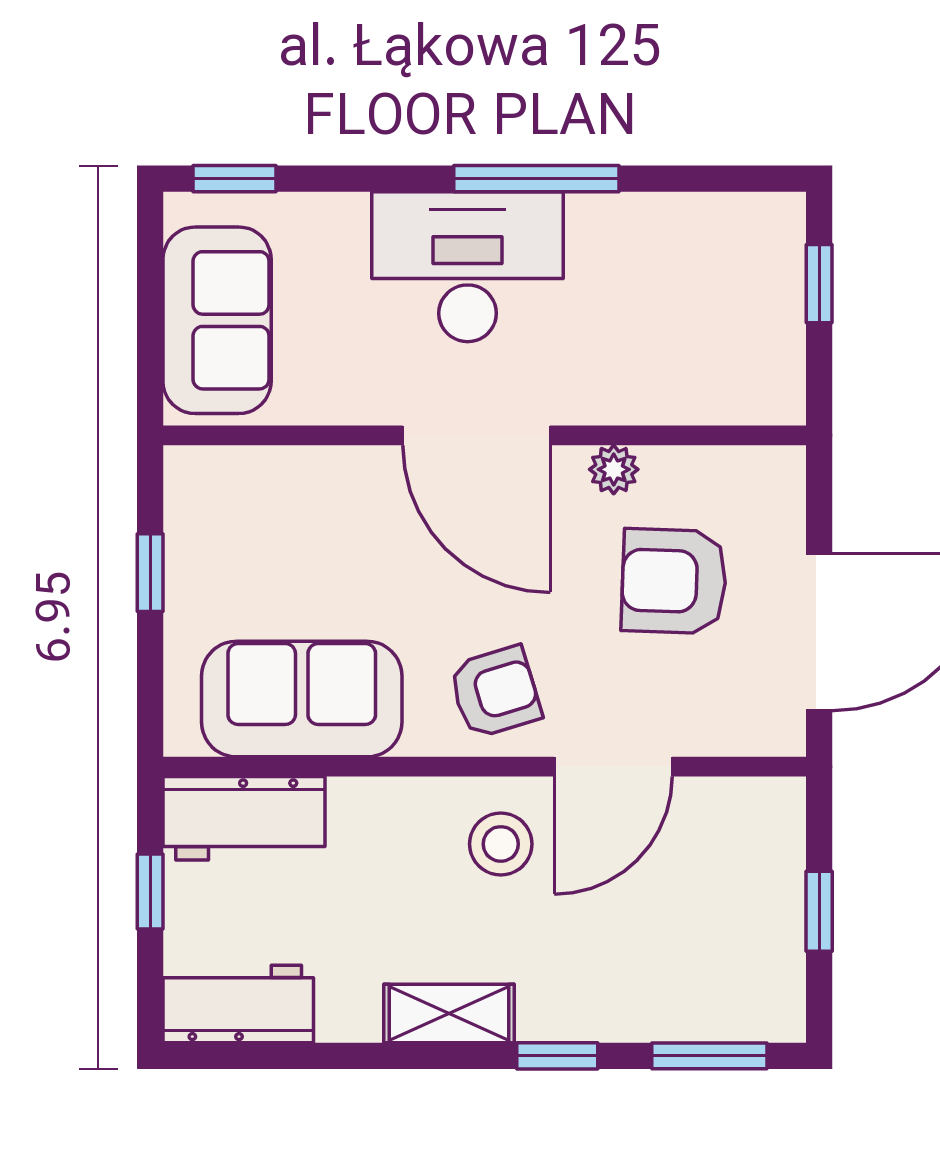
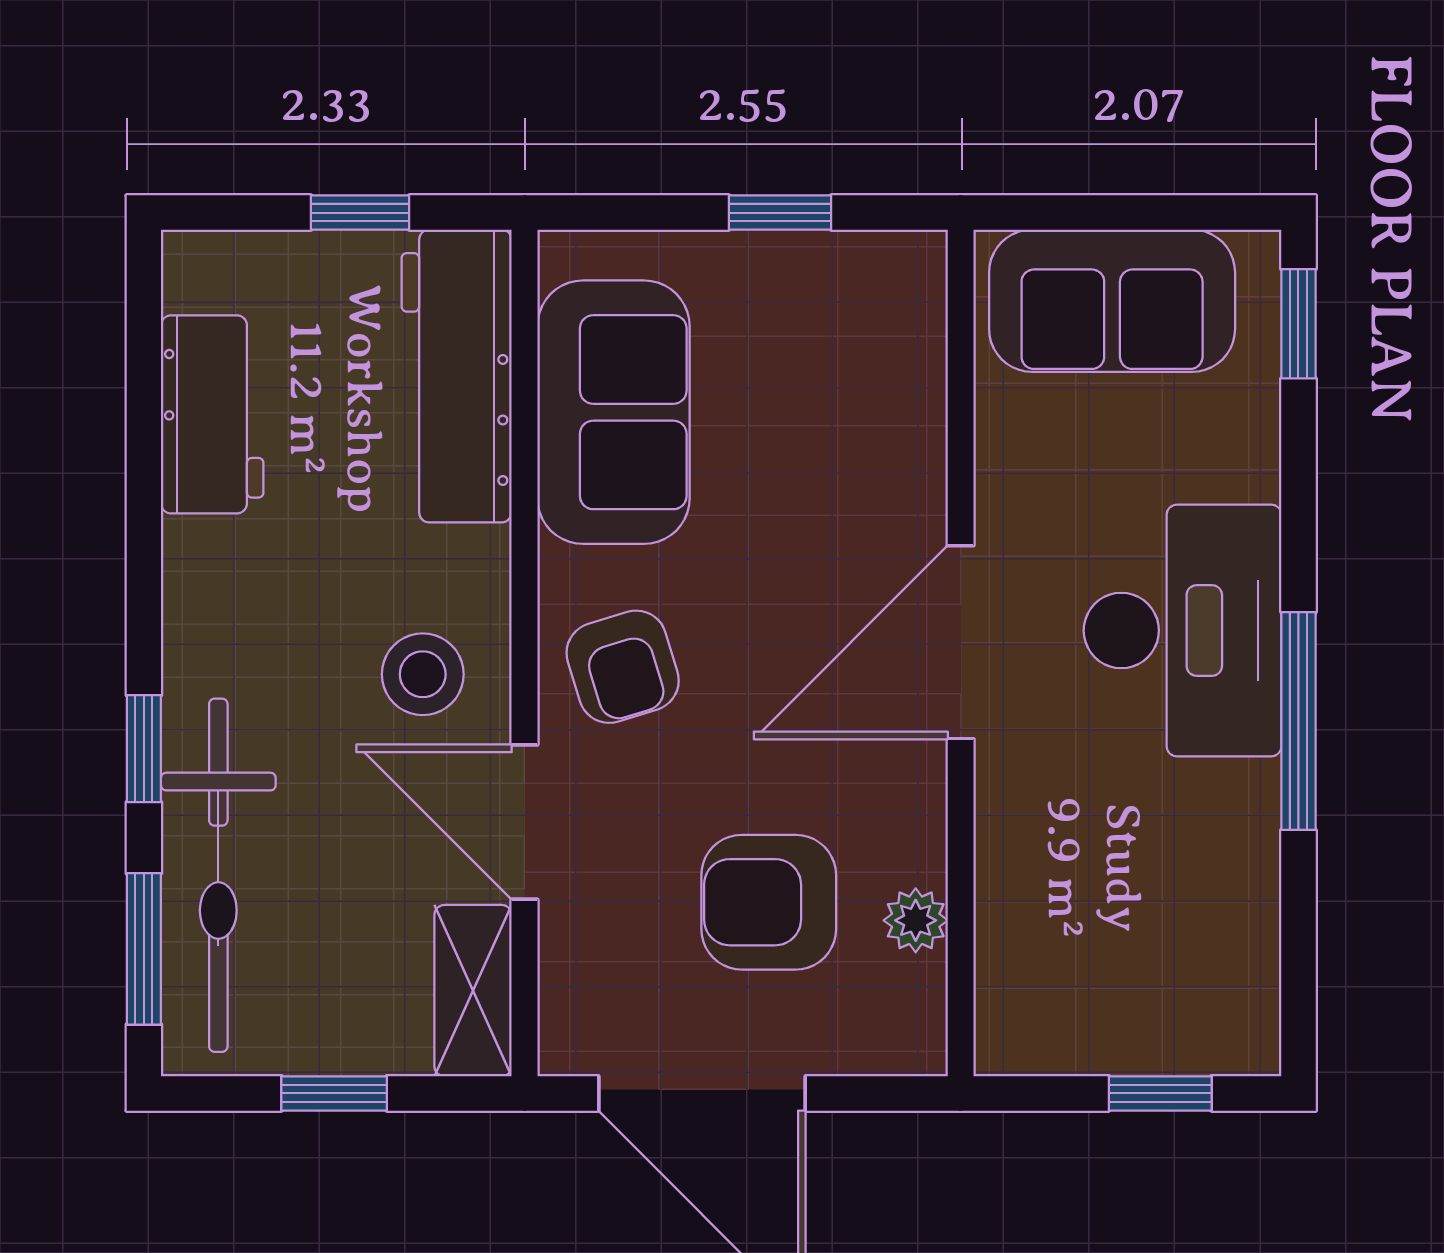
plant: (614, 469) -> (916, 920), moved
armchair: (674, 581) -> (769, 902), turned -92
workbench: (244, 818) -> (457, 376), width x1.38
bicycle: (653, 999) -> (218, 875), added
workbench: (238, 1004) -> (212, 414), moved
shelving: (449, 1014) -> (473, 991), moved

